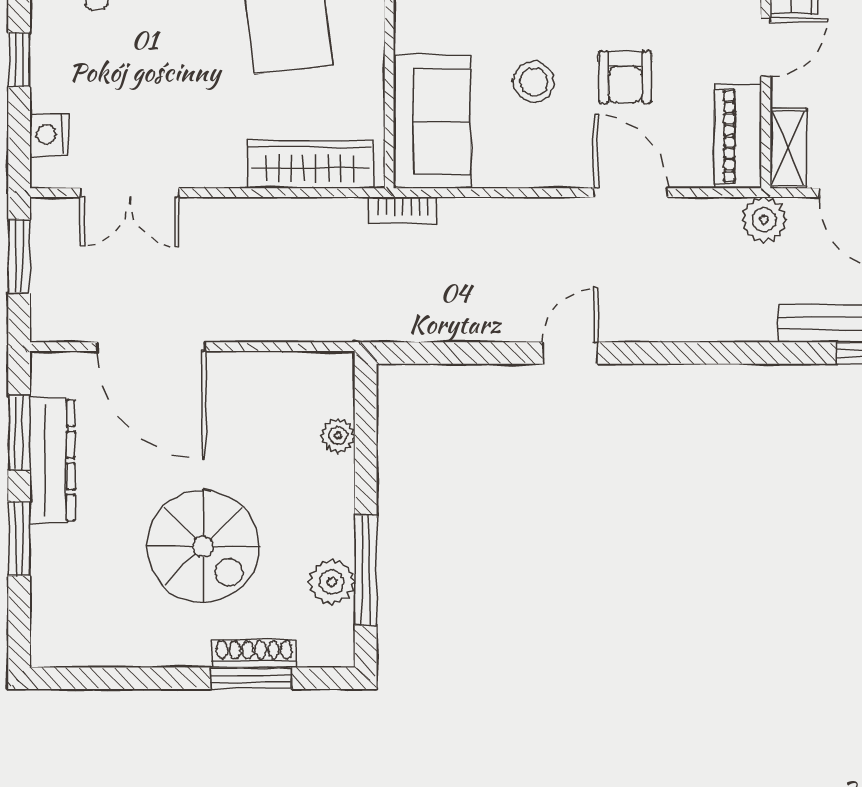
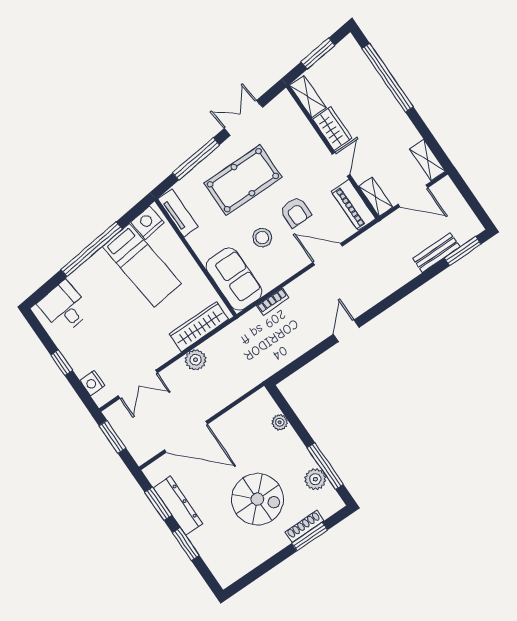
bookcase: (403, 210) -> (273, 302), moved
plant: (764, 220) -> (196, 360), moved

